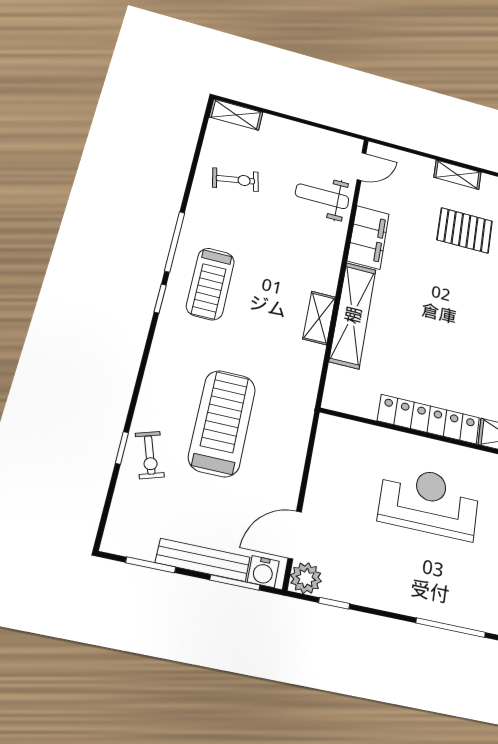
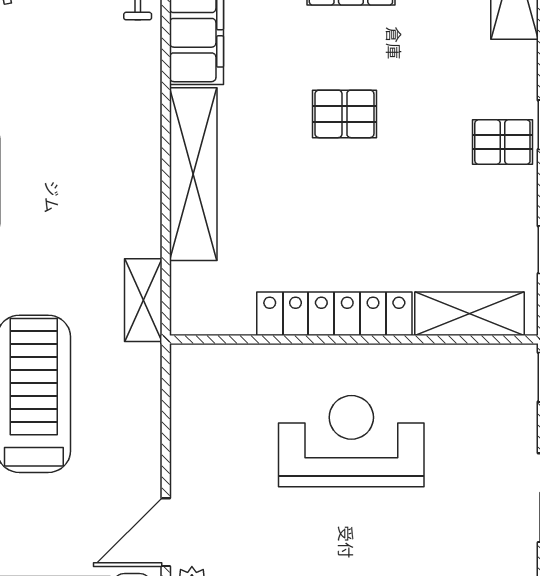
pallet: (451, 305) -> (344, 114), added
shelving: (319, 318) -> (143, 300), moved

